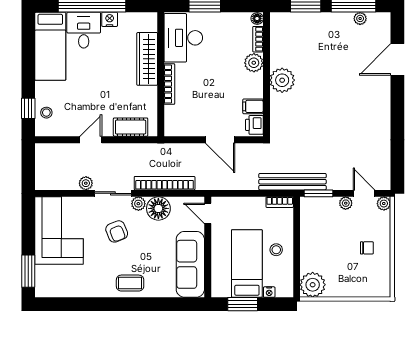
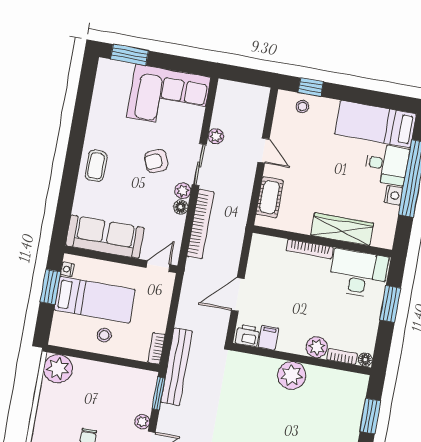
floor lamp: (158, 208) -> (181, 207), width x0.53, depth x0.53
nightstand: (269, 292) -> (67, 269), moved

